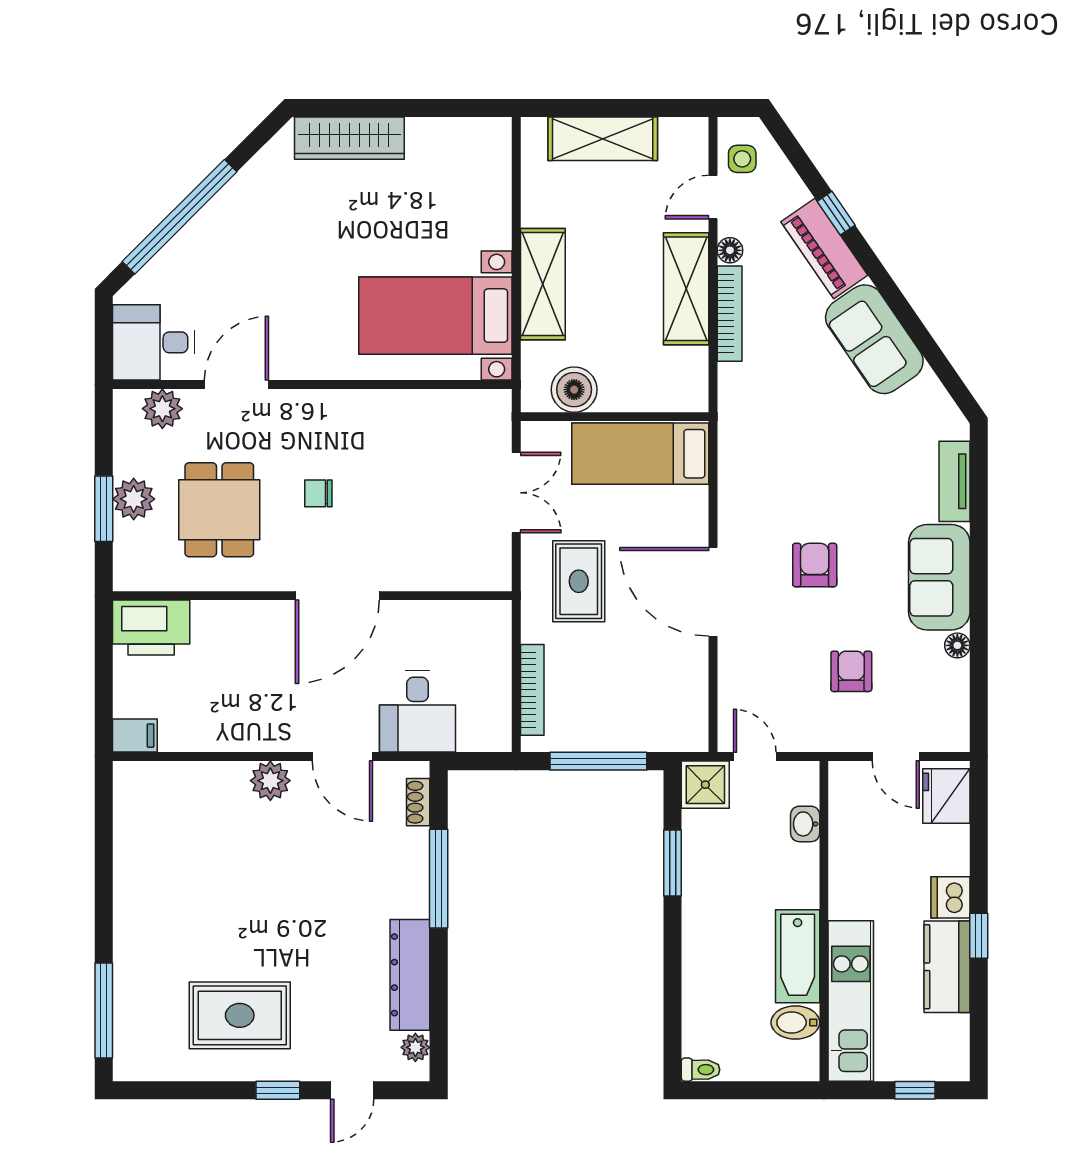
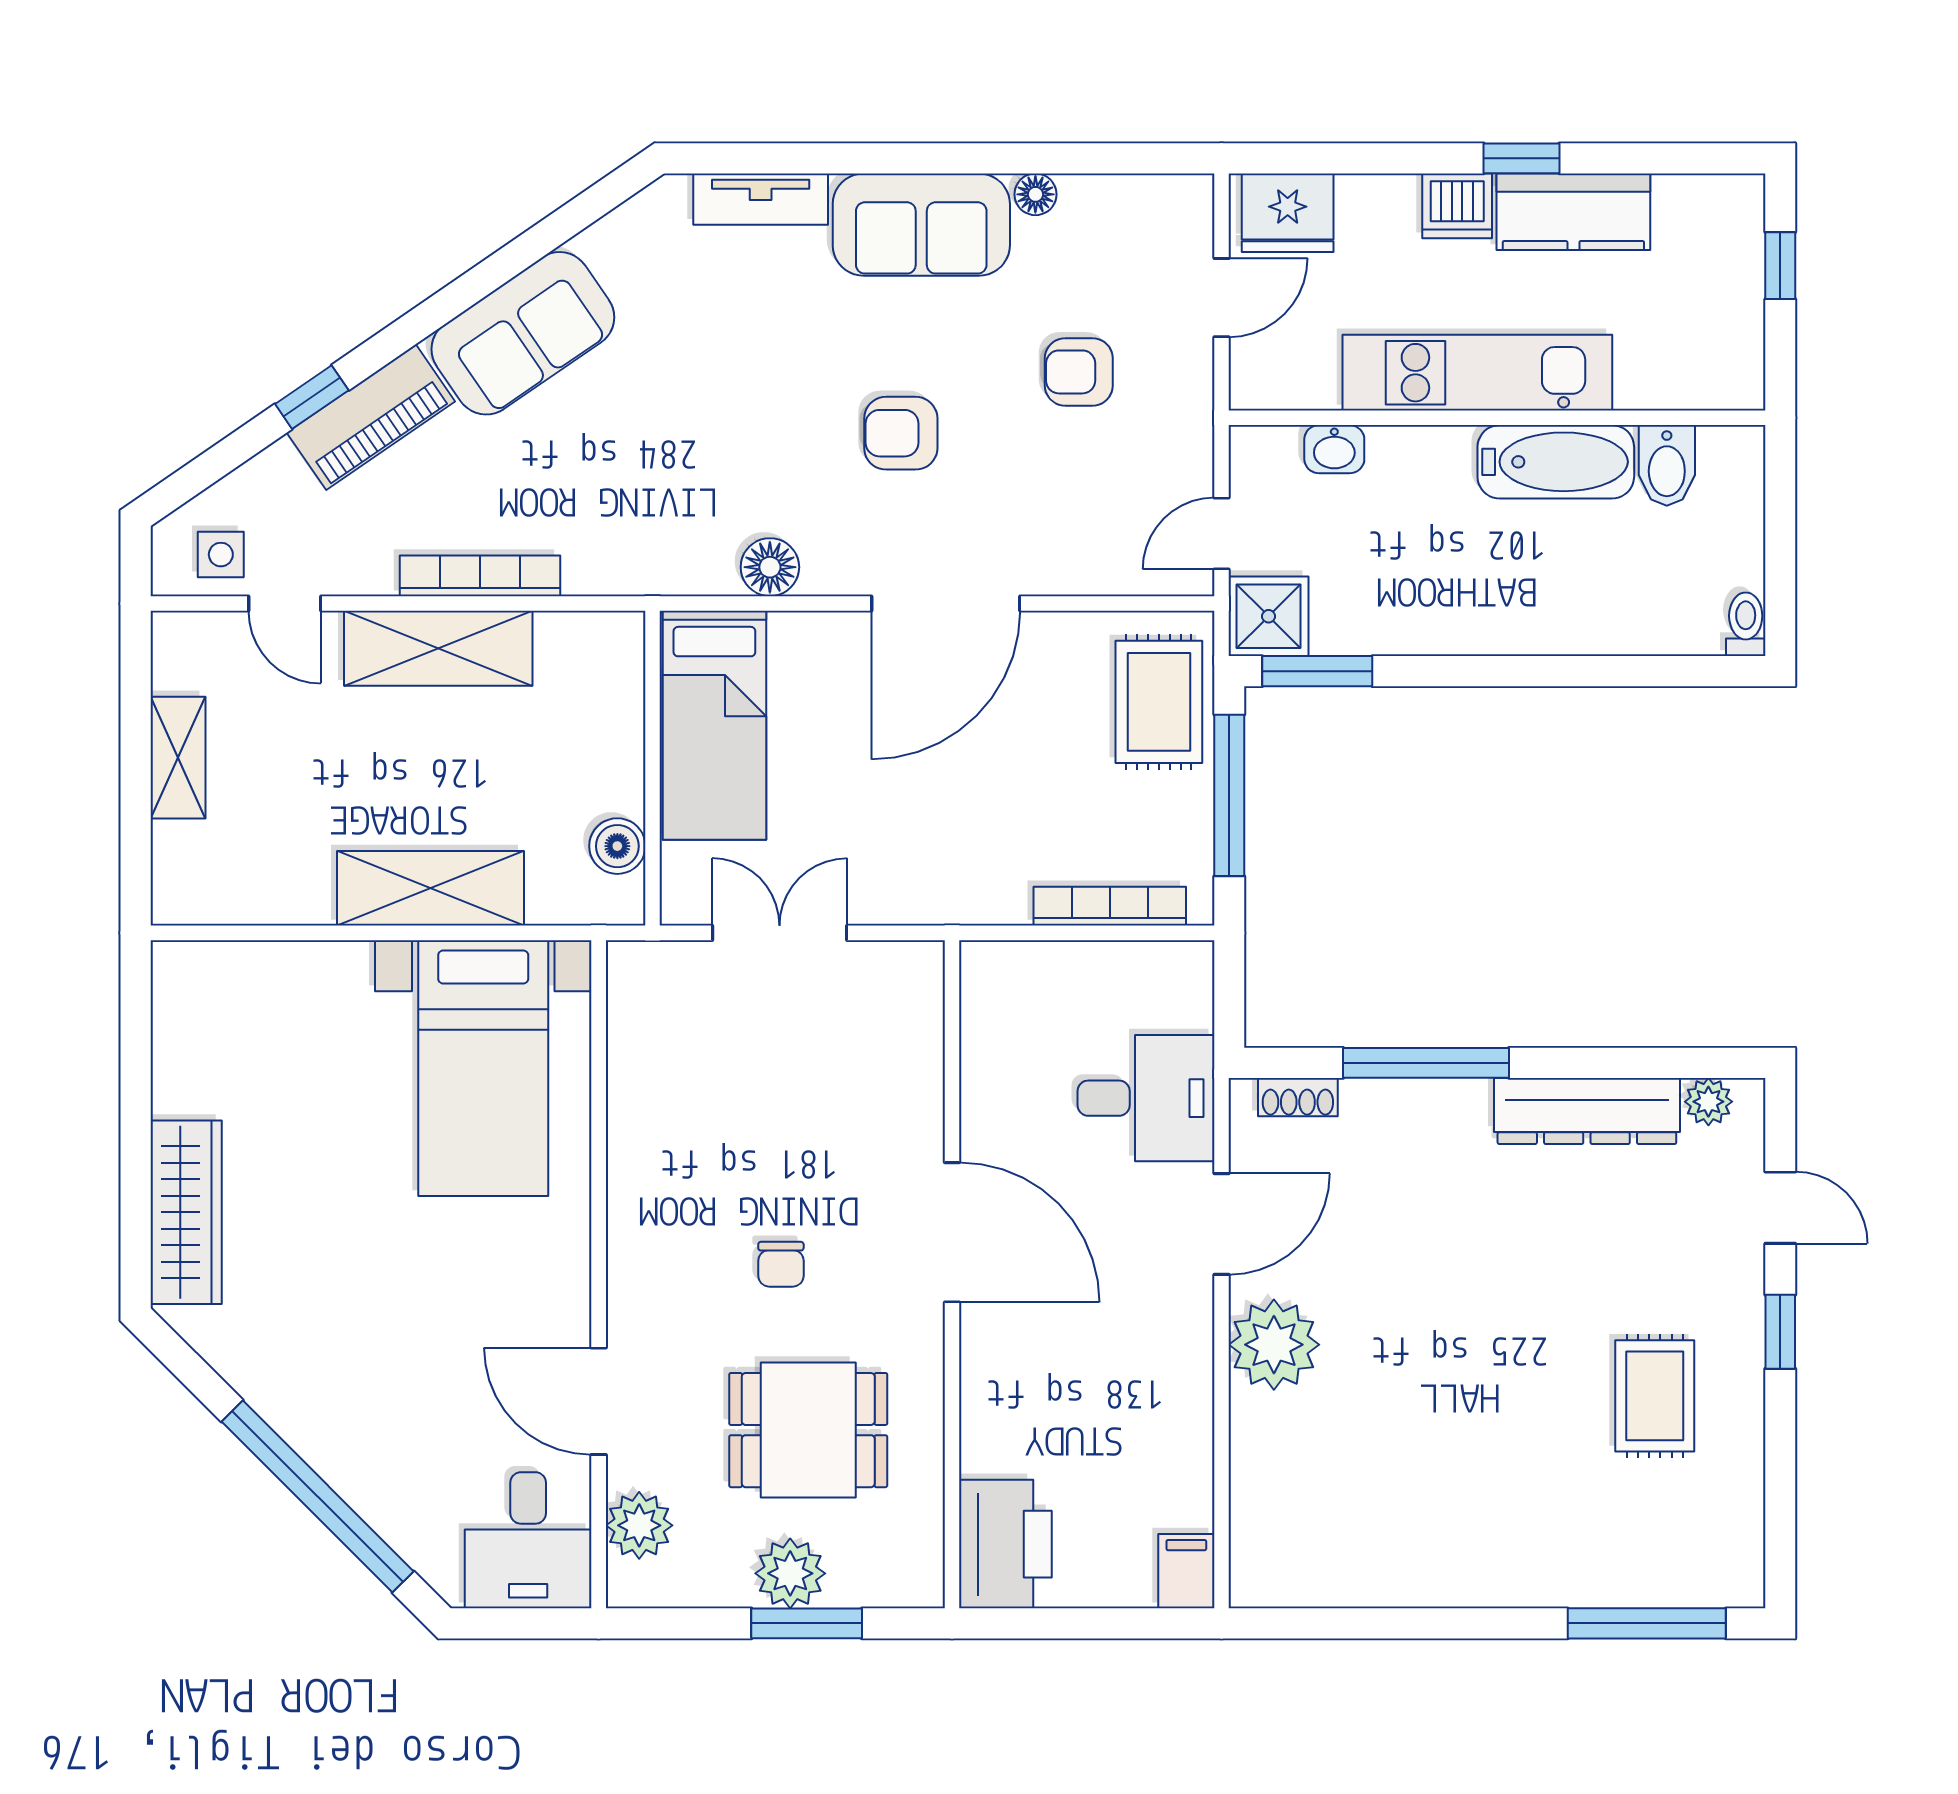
shelving: (603, 139) -> (178, 758), width x0.67, depth x0.75
floor lamp: (730, 250) -> (770, 567), moved, width x1.37, depth x1.37
boiler: (574, 390) -> (617, 846), width x0.73, depth x0.73
rug: (579, 581) -> (1159, 702), moved, turned 90
plant: (270, 781) -> (1274, 1345), width x1.36, depth x1.36
window: (673, 863) -> (1317, 671), moved
kitchen unit: (851, 1001) -> (1477, 373), moved
rug: (240, 1015) -> (1655, 1396), width x0.73, depth x0.70

